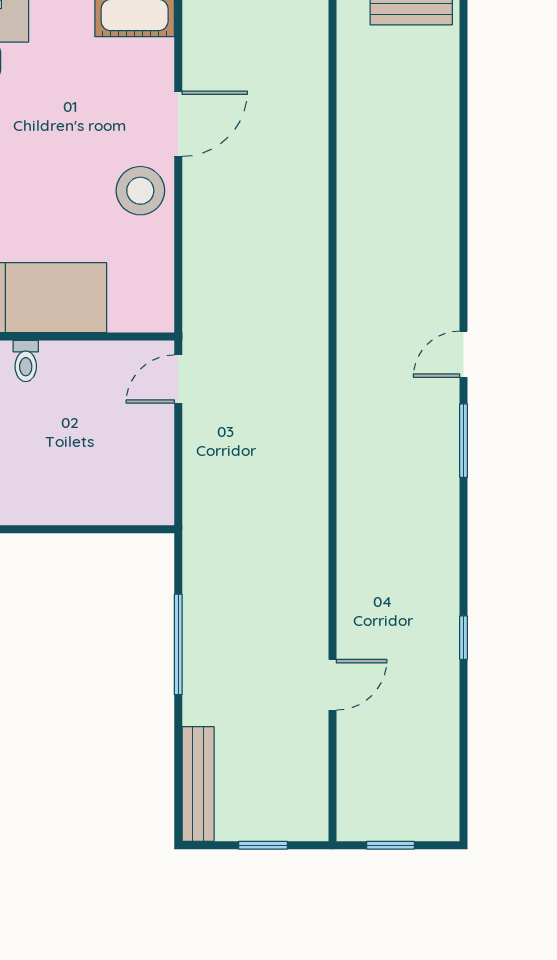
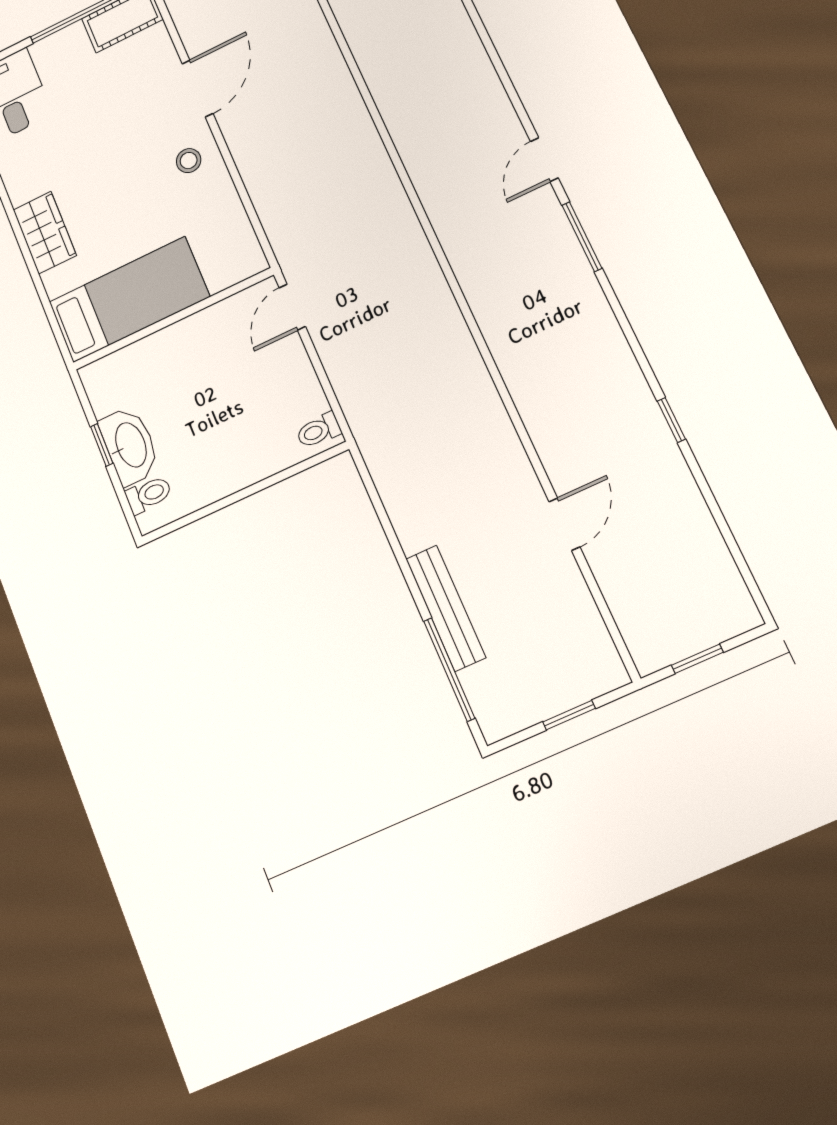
stool: (140, 191) -> (189, 161), width x0.53, depth x0.53
toilet: (26, 361) -> (319, 430), moved, turned 90
window: (178, 644) -> (449, 669), moved
bench: (198, 784) -> (446, 608), moved

